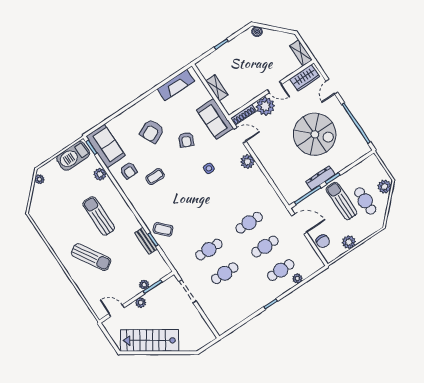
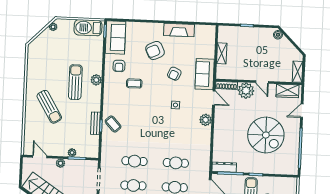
fireplace: (176, 85) -> (179, 30), moved
plant: (100, 174) -> (96, 80), moved
dresser: (320, 178) -> (224, 167), moved

